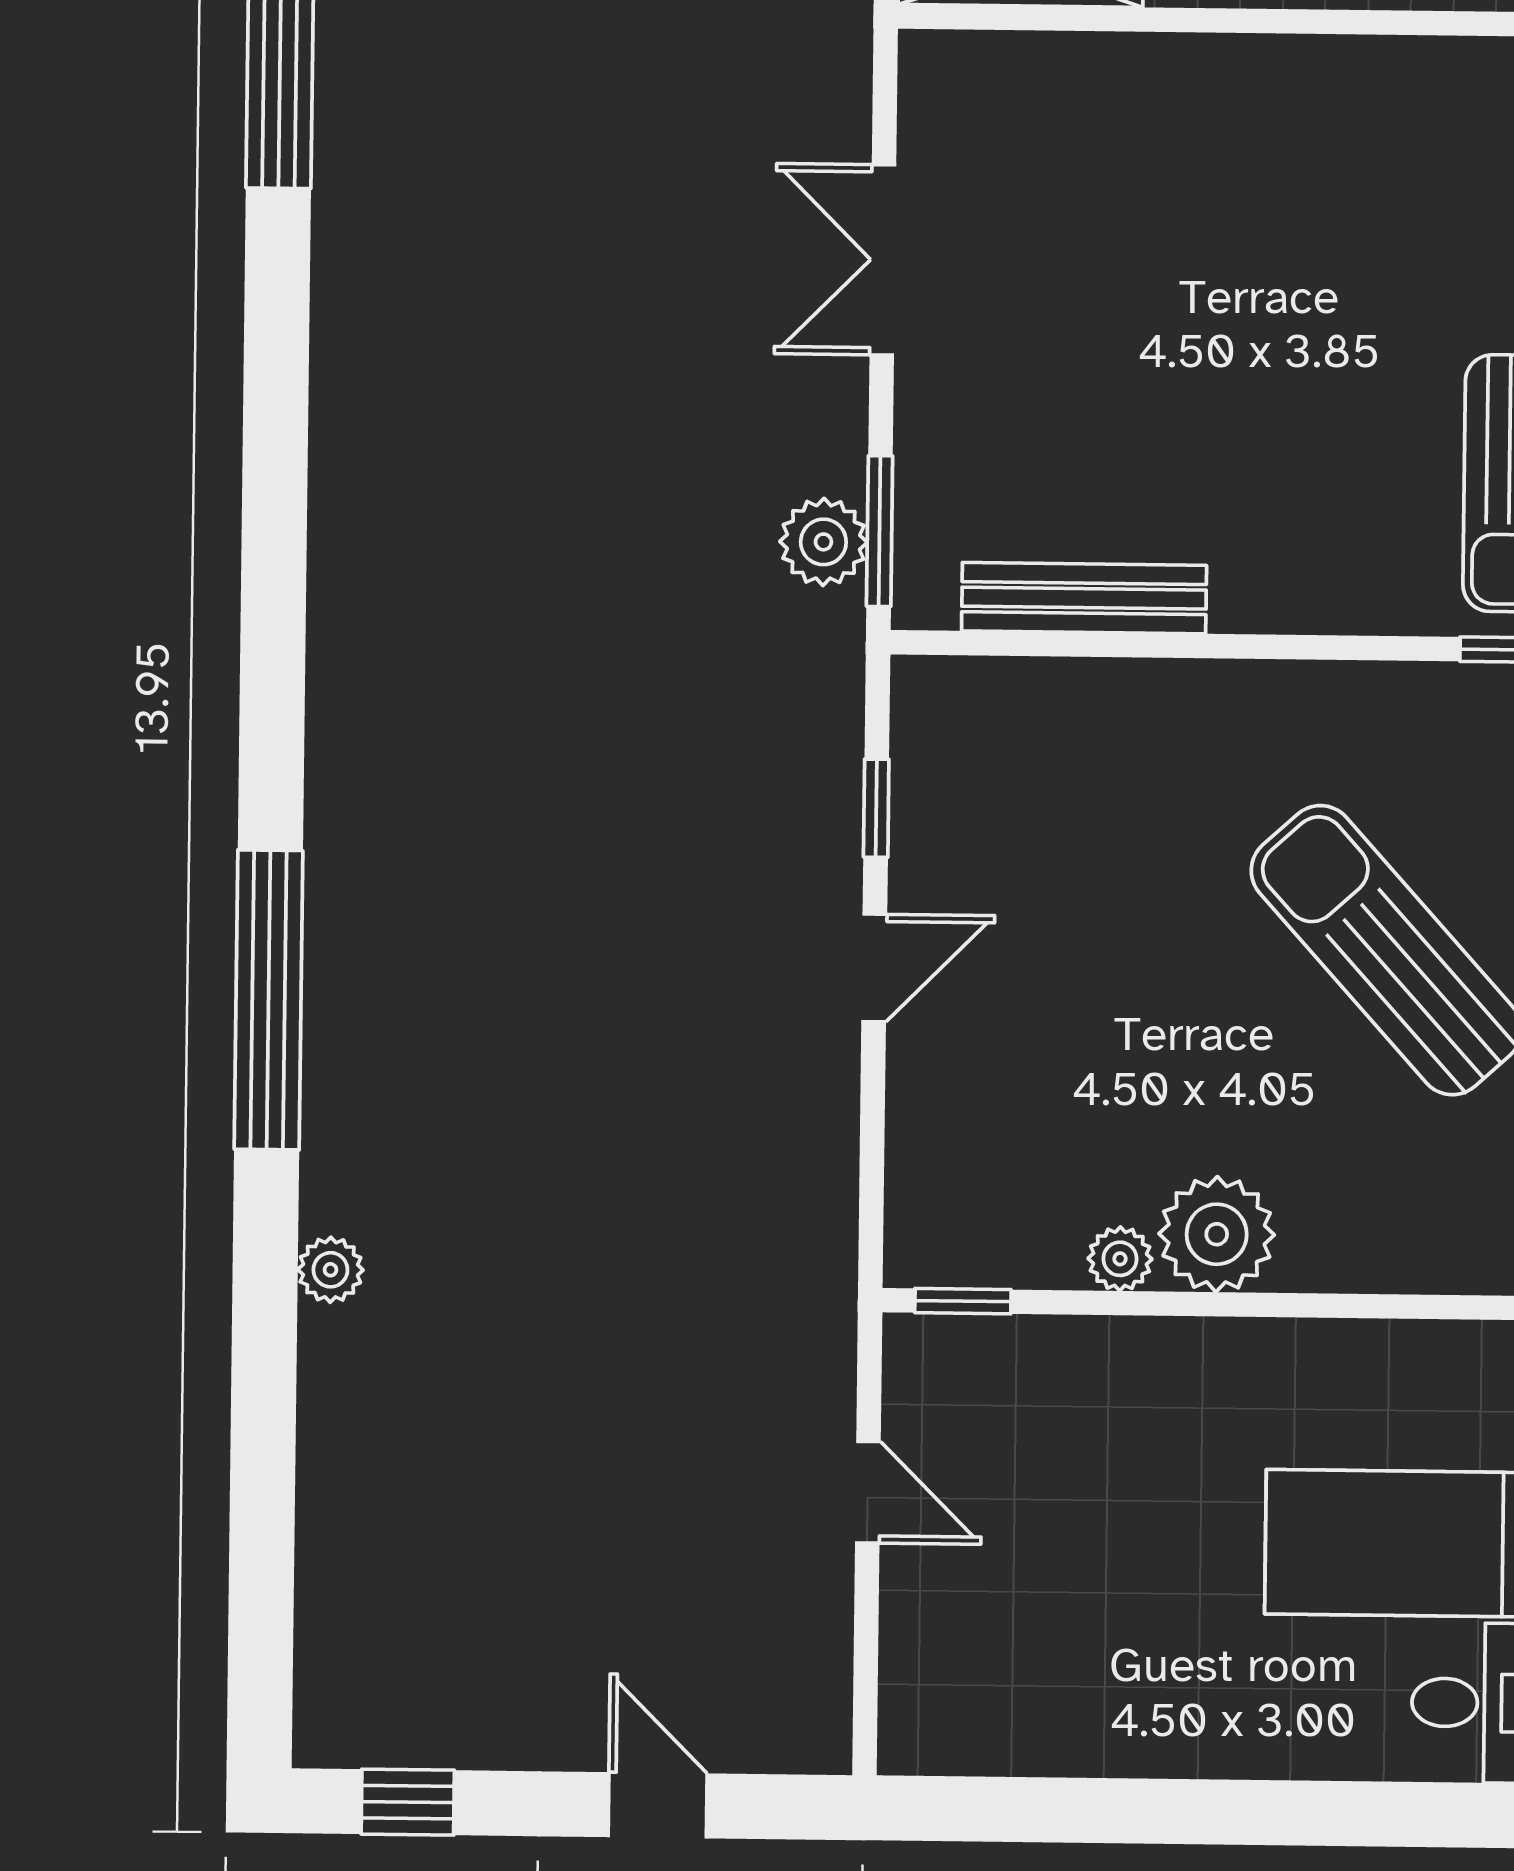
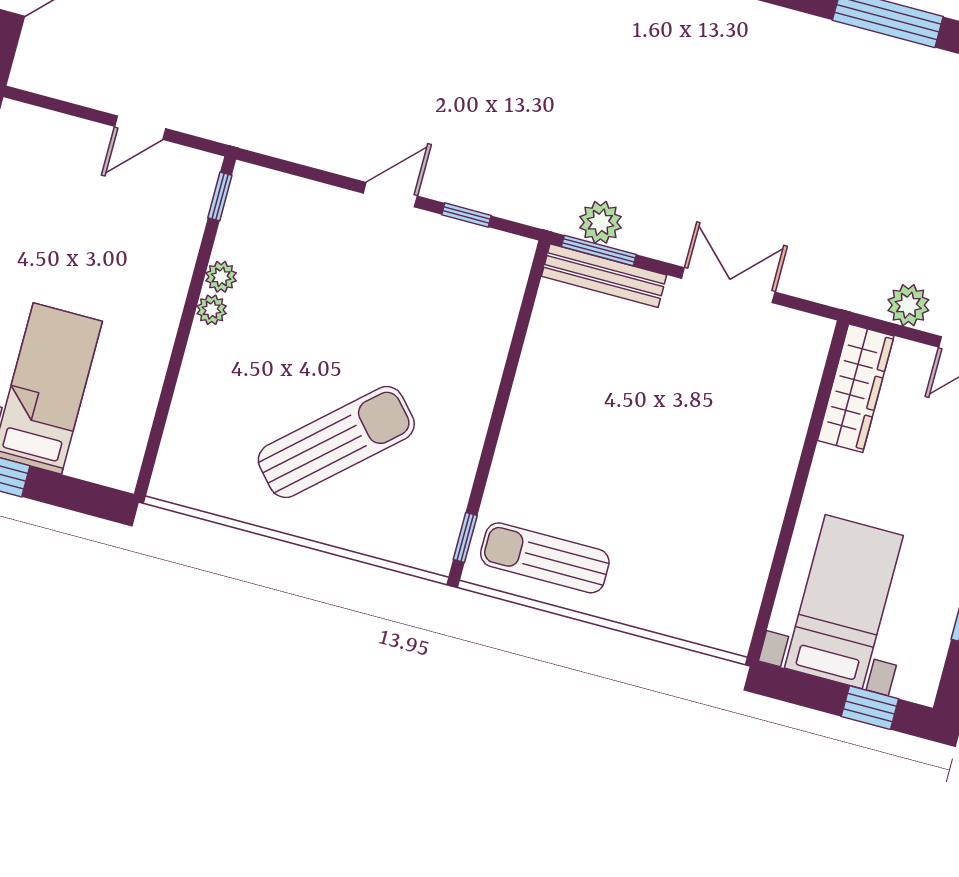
bench: (1084, 598) -> (604, 276), moved, turned 90
door: (874, 968) -> (390, 195), swing flipped
plant: (1217, 1234) -> (212, 310), width x0.53, depth x0.53

